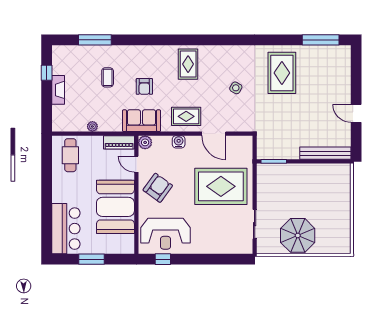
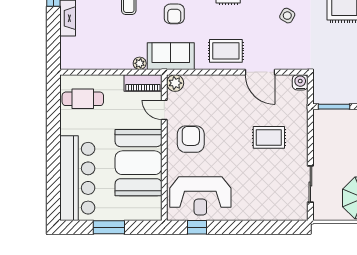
plant: (92, 126) -> (140, 63), moved
water cooler: (179, 142) -> (300, 82), moved
cafe table: (70, 155) -> (83, 99), turned 90
rug: (221, 186) -> (269, 137), width x0.54, depth x0.49
armchair: (158, 188) -> (191, 139), turned -36
bar counter: (66, 229) -> (77, 178), width x1.36

